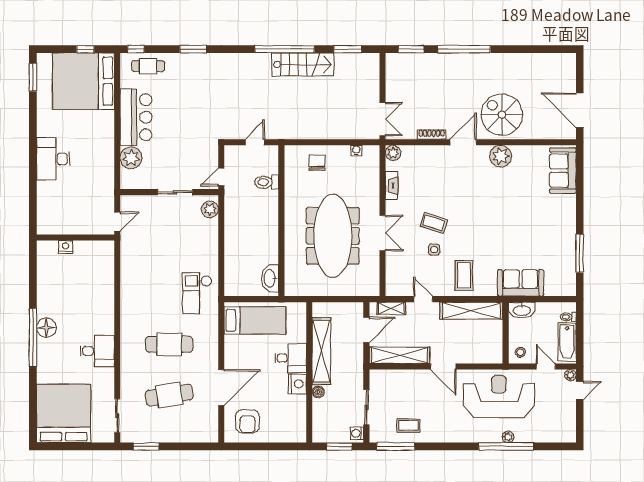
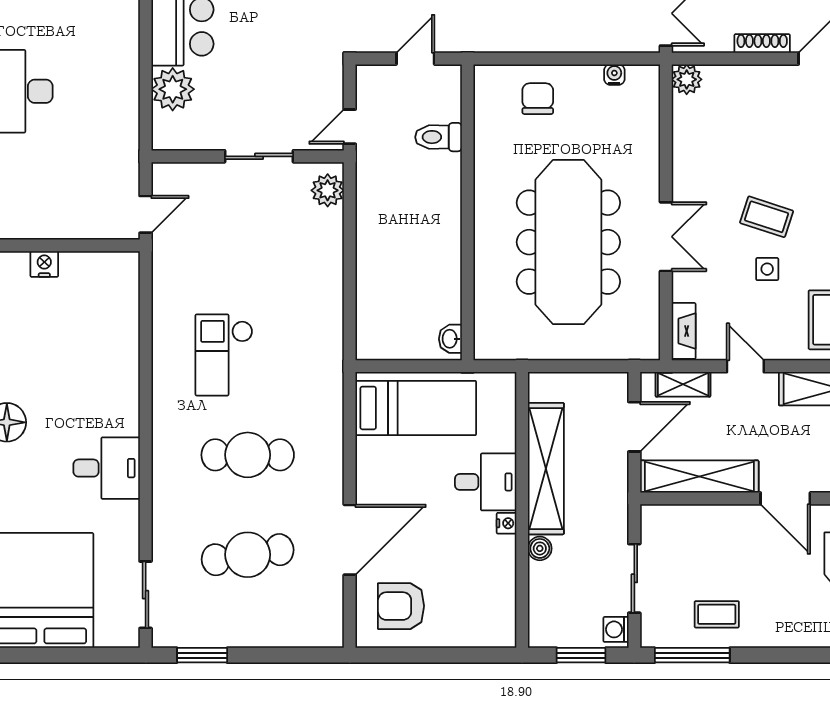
fireplace: (392, 186) -> (684, 331), moved
washbasin: (270, 278) -> (450, 339), width x0.52, depth x0.69
checkout: (197, 293) -> (224, 355), moved
nightstand: (297, 384) -> (507, 523), width x0.53, depth x0.56
armchair: (247, 421) -> (401, 606), turned 90

